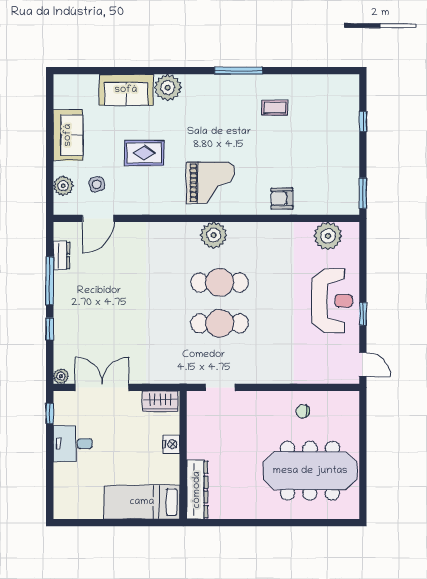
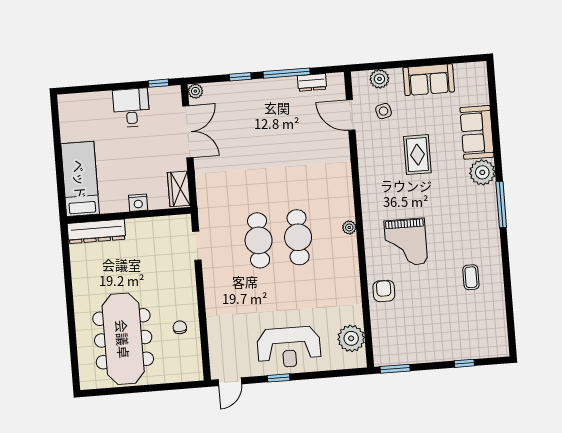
window: (239, 71) -> (501, 204), moved
grand piano: (211, 183) -> (406, 242), moved
plant: (214, 235) -> (349, 227), width x0.53, depth x0.53

